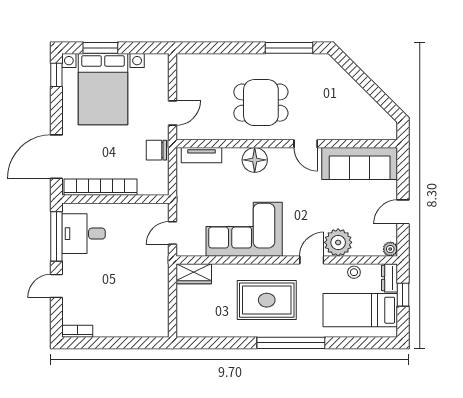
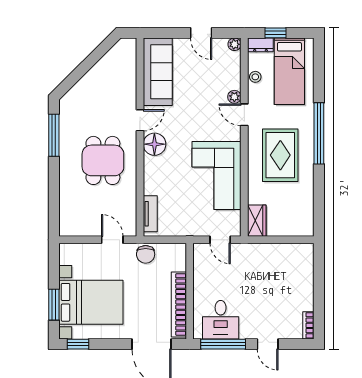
floor lamp: (255, 160) -> (154, 144), moved
plant: (338, 242) -> (234, 97), width x0.53, depth x0.53

